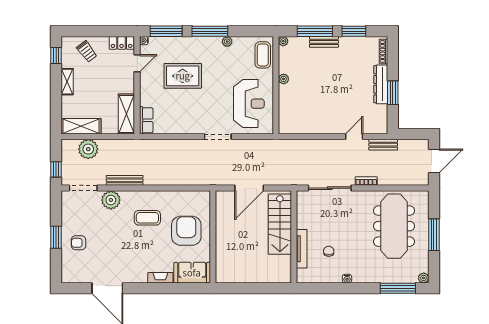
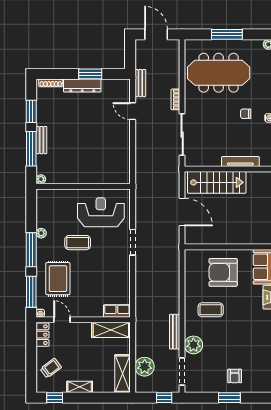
coffee table: (263, 55) -> (78, 243), moved
rug: (183, 76) -> (58, 279), moved
plant: (284, 79) -> (77, 179), removed
coffee table: (147, 218) -> (211, 310), turned 90
chair: (329, 251) -> (246, 114), moved

